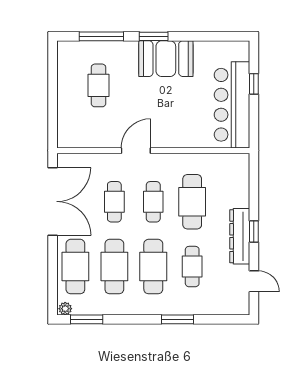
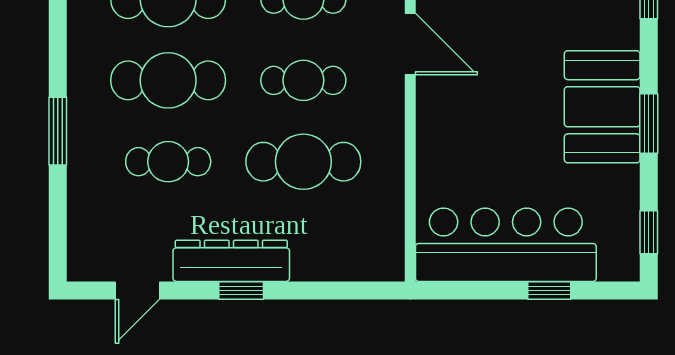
window: (154, 36) -> (649, 124), moved
window: (226, 36) -> (649, 232), added

